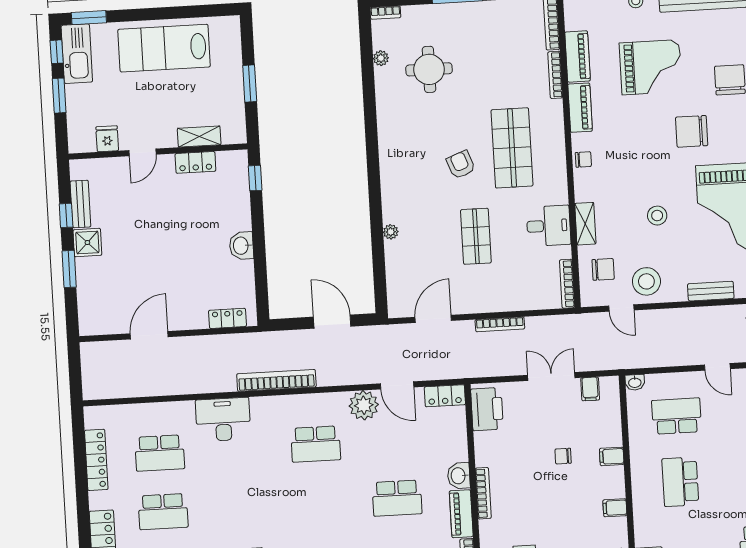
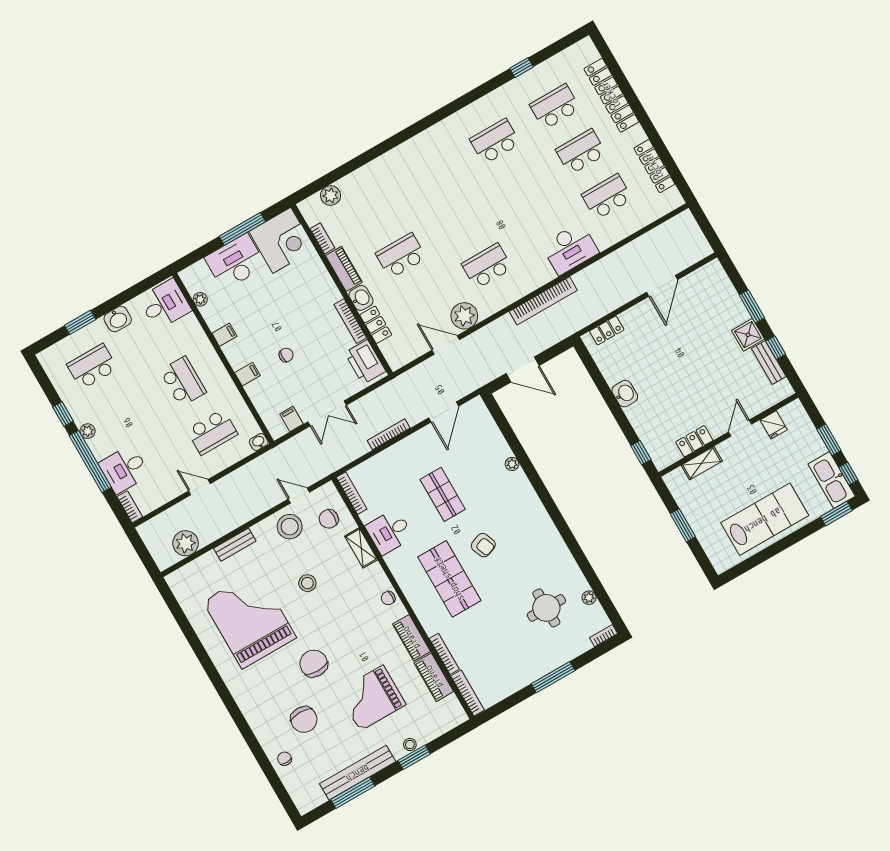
chair: (692, 131) -> (314, 664), turned -90
locker: (445, 396) -> (376, 325), moved, turned 90
bookcase: (483, 493) -> (350, 321), moved

